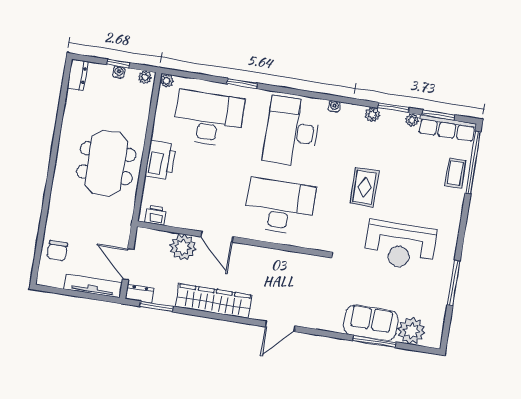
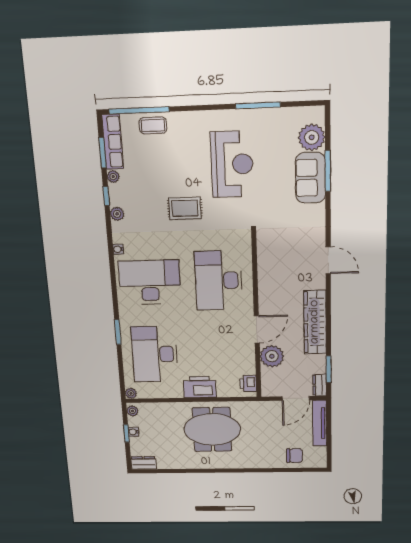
window: (393, 108) -> (106, 196), width x0.67
desk: (292, 132) -> (150, 282), turned 180

